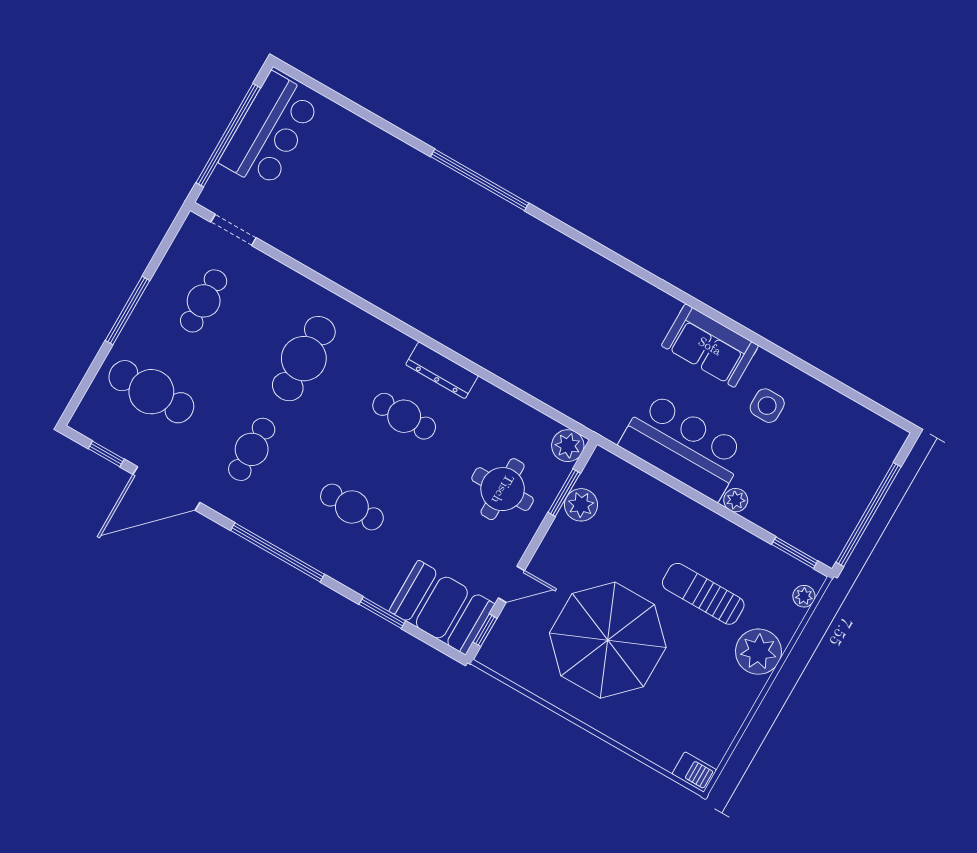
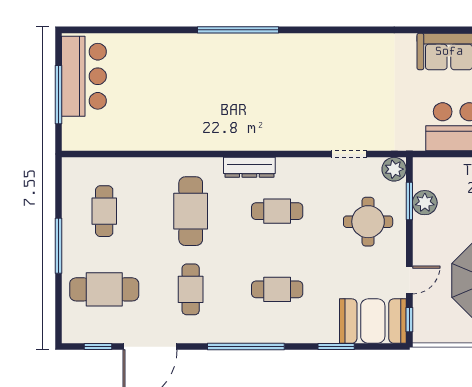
window: (228, 135) -> (58, 95), width x0.68
doorway: (233, 230) -> (349, 154), moved
dresser: (442, 370) -> (249, 167), moved

